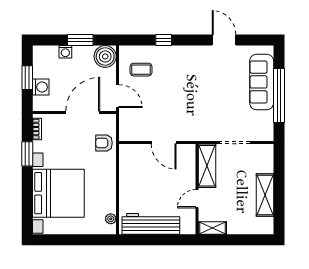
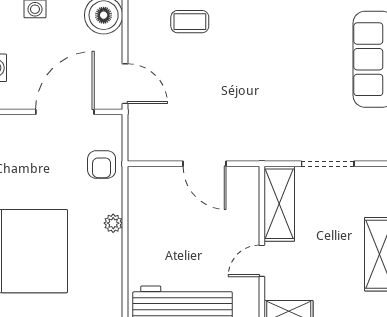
coffee table: (141, 70) -> (190, 22), moved
armchair: (104, 143) -> (102, 164), turned -90
plant: (111, 219) -> (113, 223), moved

